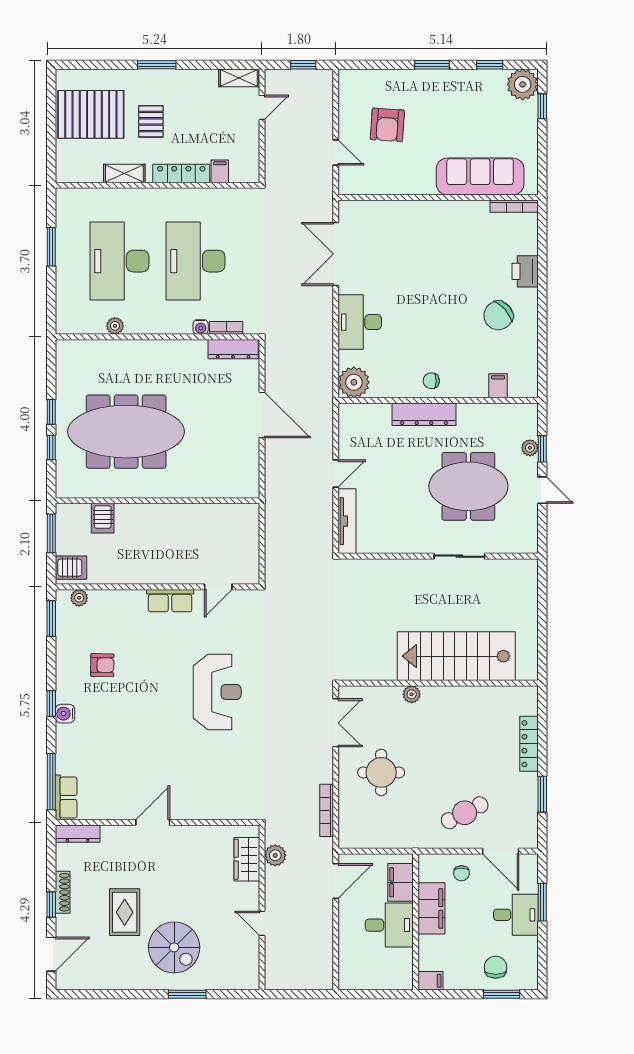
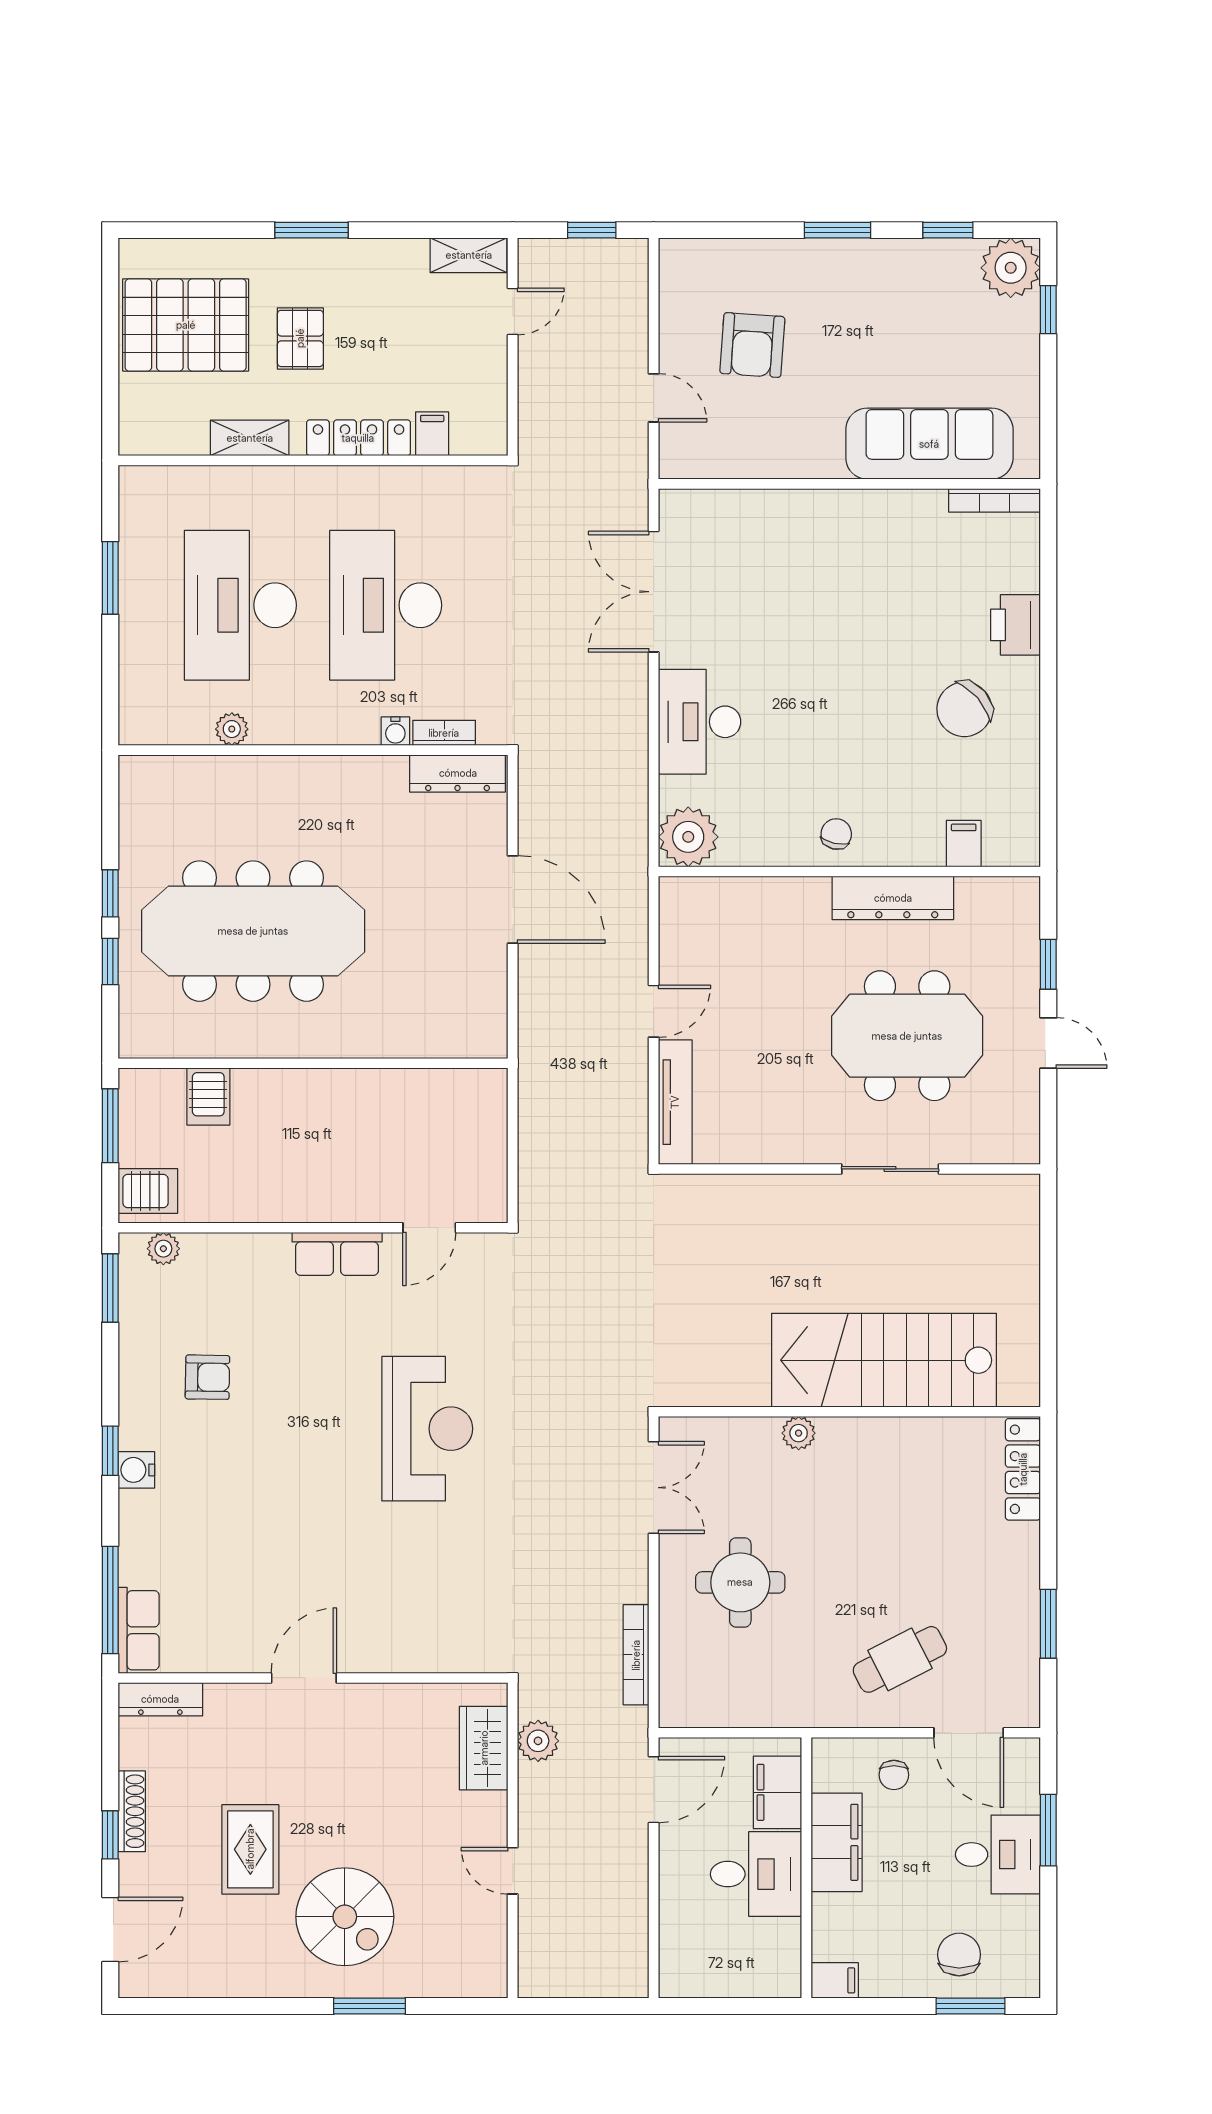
chair: (431, 381) -> (836, 834), turned 103
dresser: (424, 414) -> (893, 898), moved
plant: (530, 448) -> (1025, 962), removed
locker: (529, 744) -> (1023, 1469), moved

